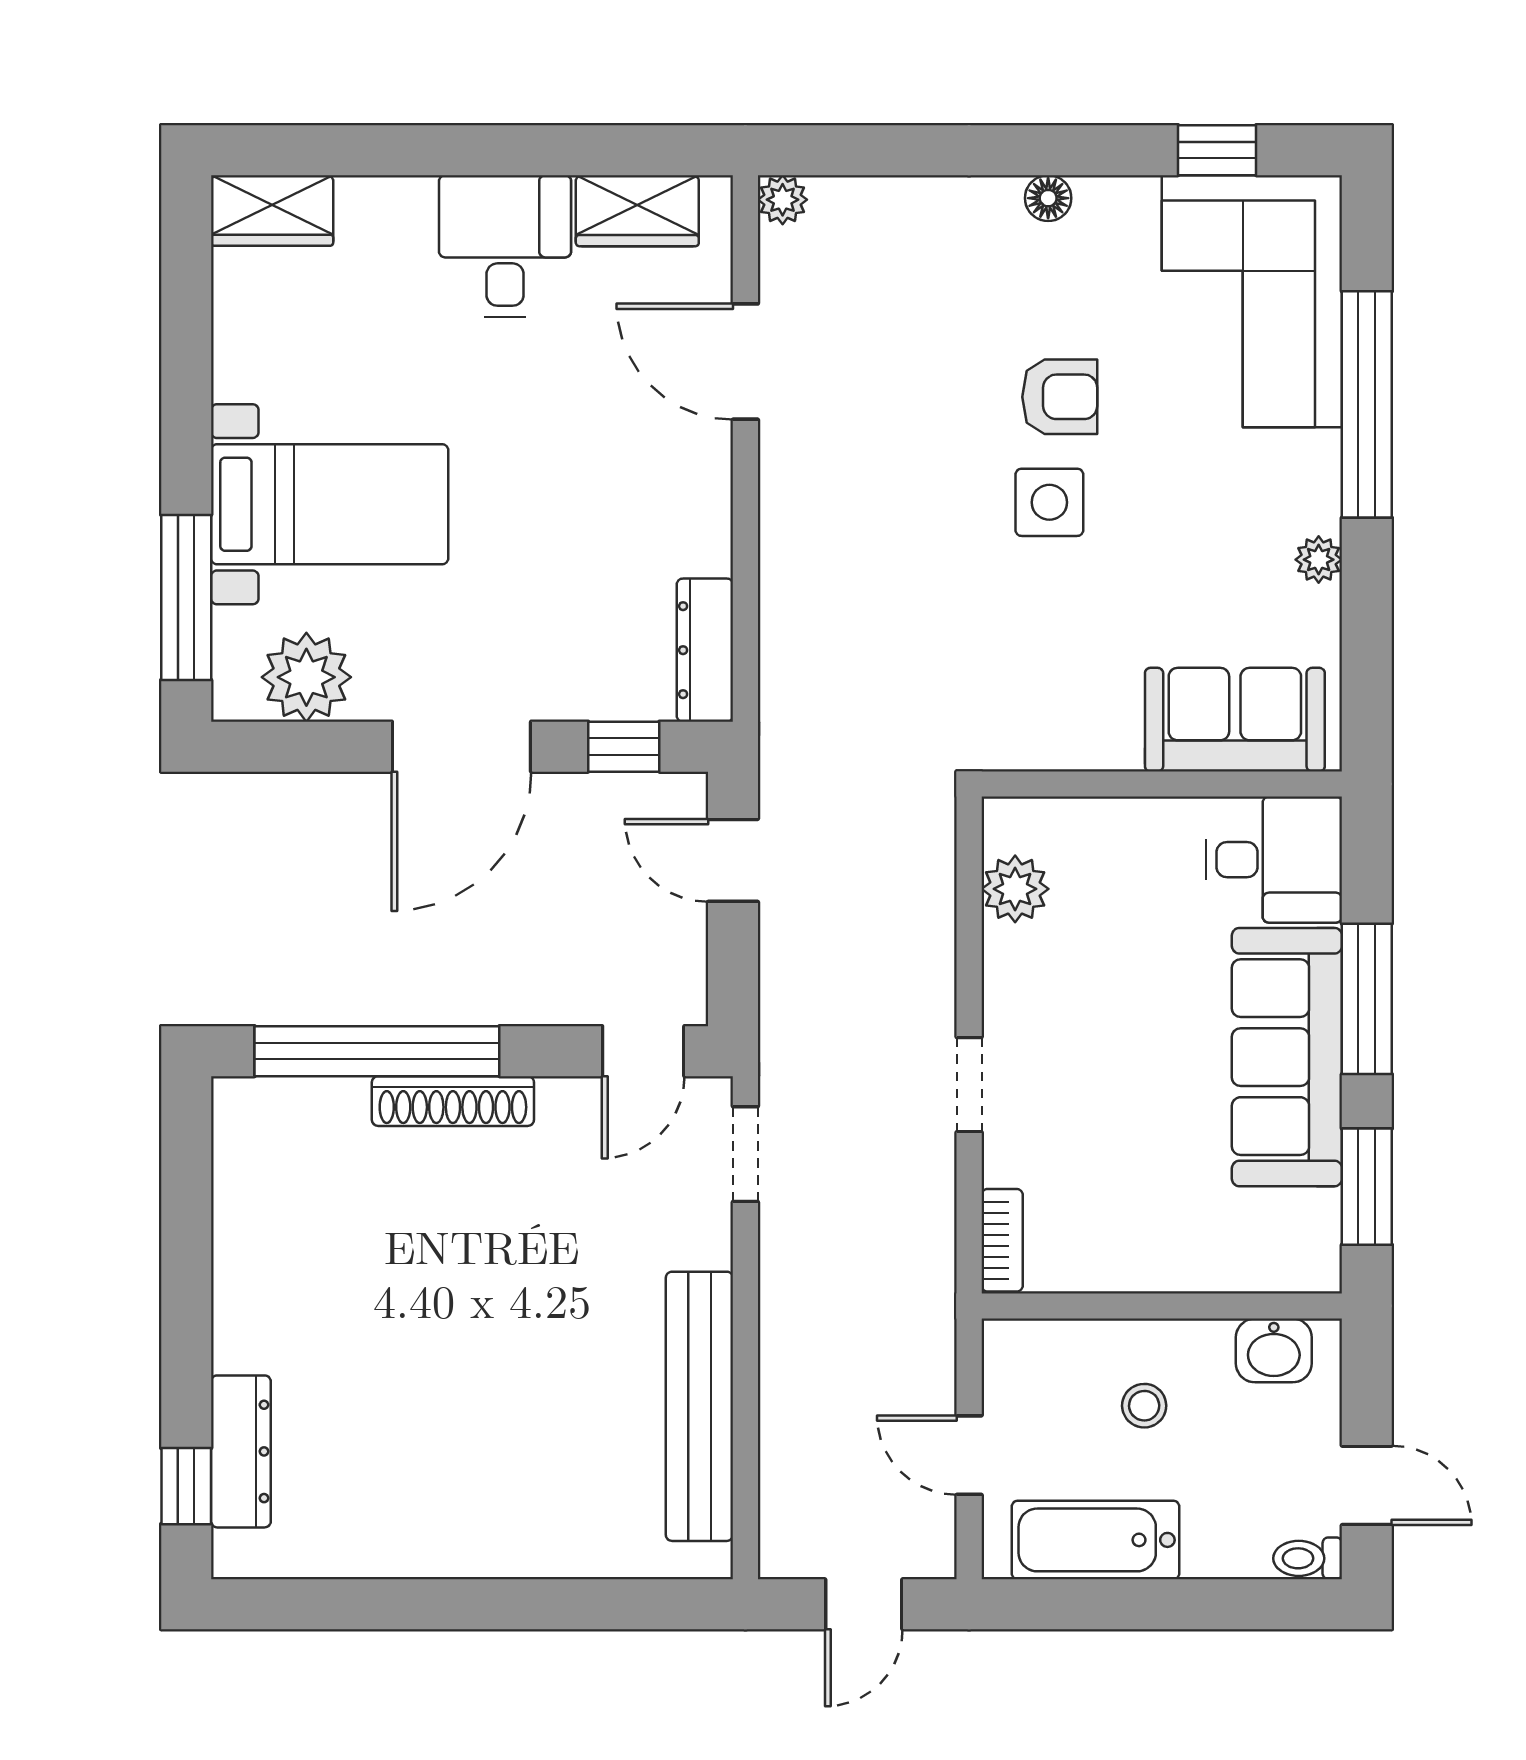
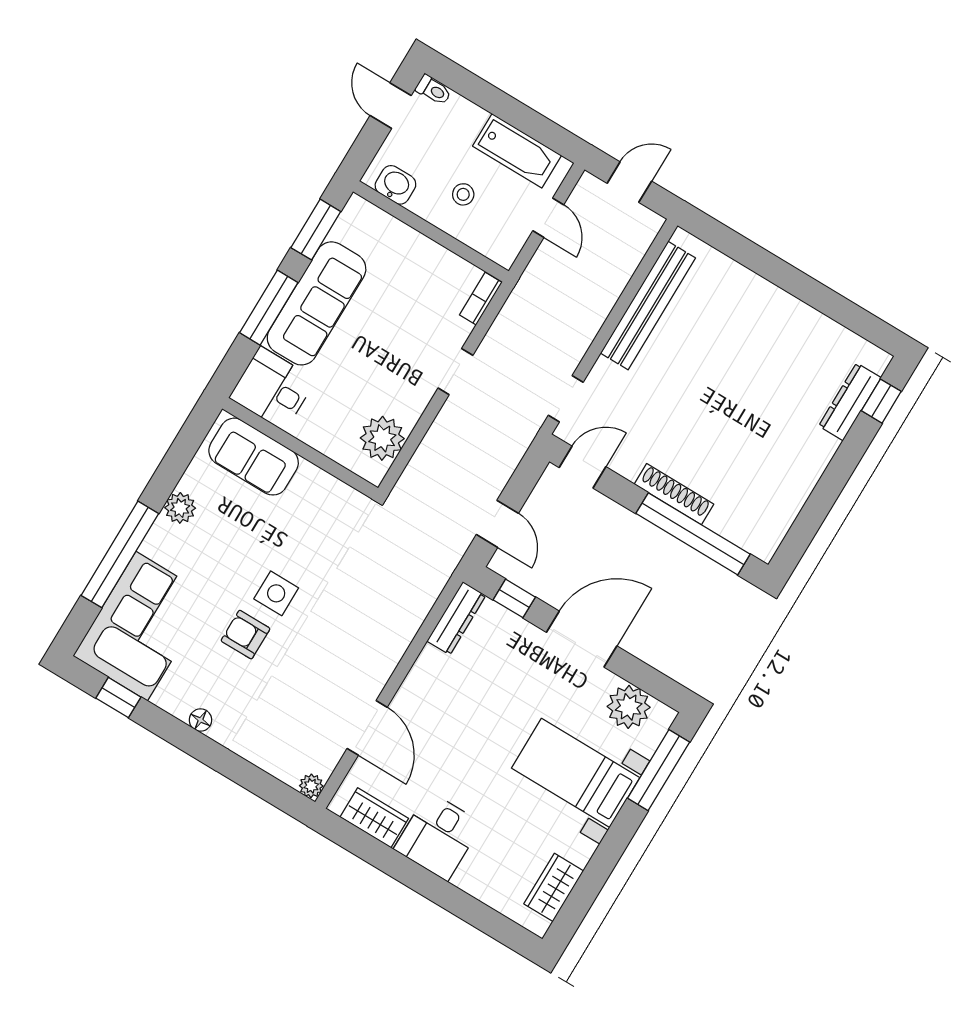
wardrobe: (272, 210) -> (554, 887), moved, turned -90
plant: (1319, 560) -> (180, 508), width x1.38, depth x1.38
plant: (1015, 889) -> (382, 438), width x1.36, depth x1.36

